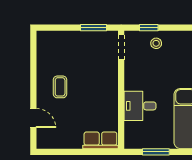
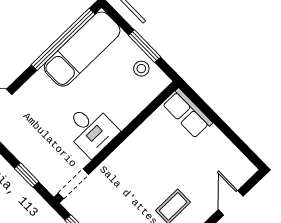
stool: (156, 43) -> (141, 69), moved
desk: (140, 106) -> (91, 130), moved

